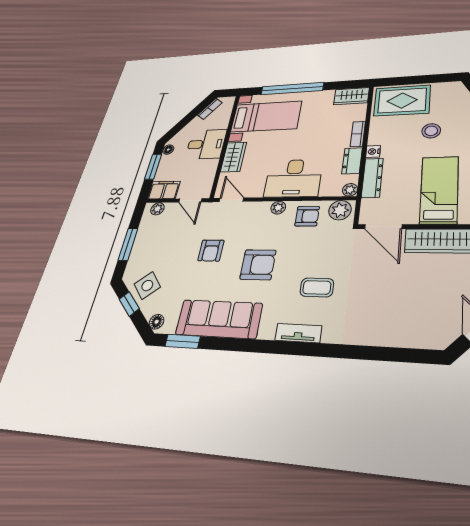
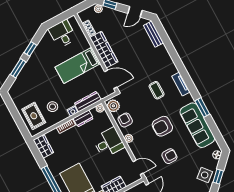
rug: (402, 101) -> (34, 116), width x0.73, depth x0.70
stool: (431, 131) -> (52, 107), moved
desk: (293, 178) -> (109, 143), width x0.73
door: (231, 200) -> (138, 167), swing flipped
door: (383, 227) -> (111, 79), hinge flipped
armchair: (258, 265) -> (162, 126), turned -90
bench: (415, 339) -> (153, 34), added
window: (182, 341) -> (202, 107), moved

